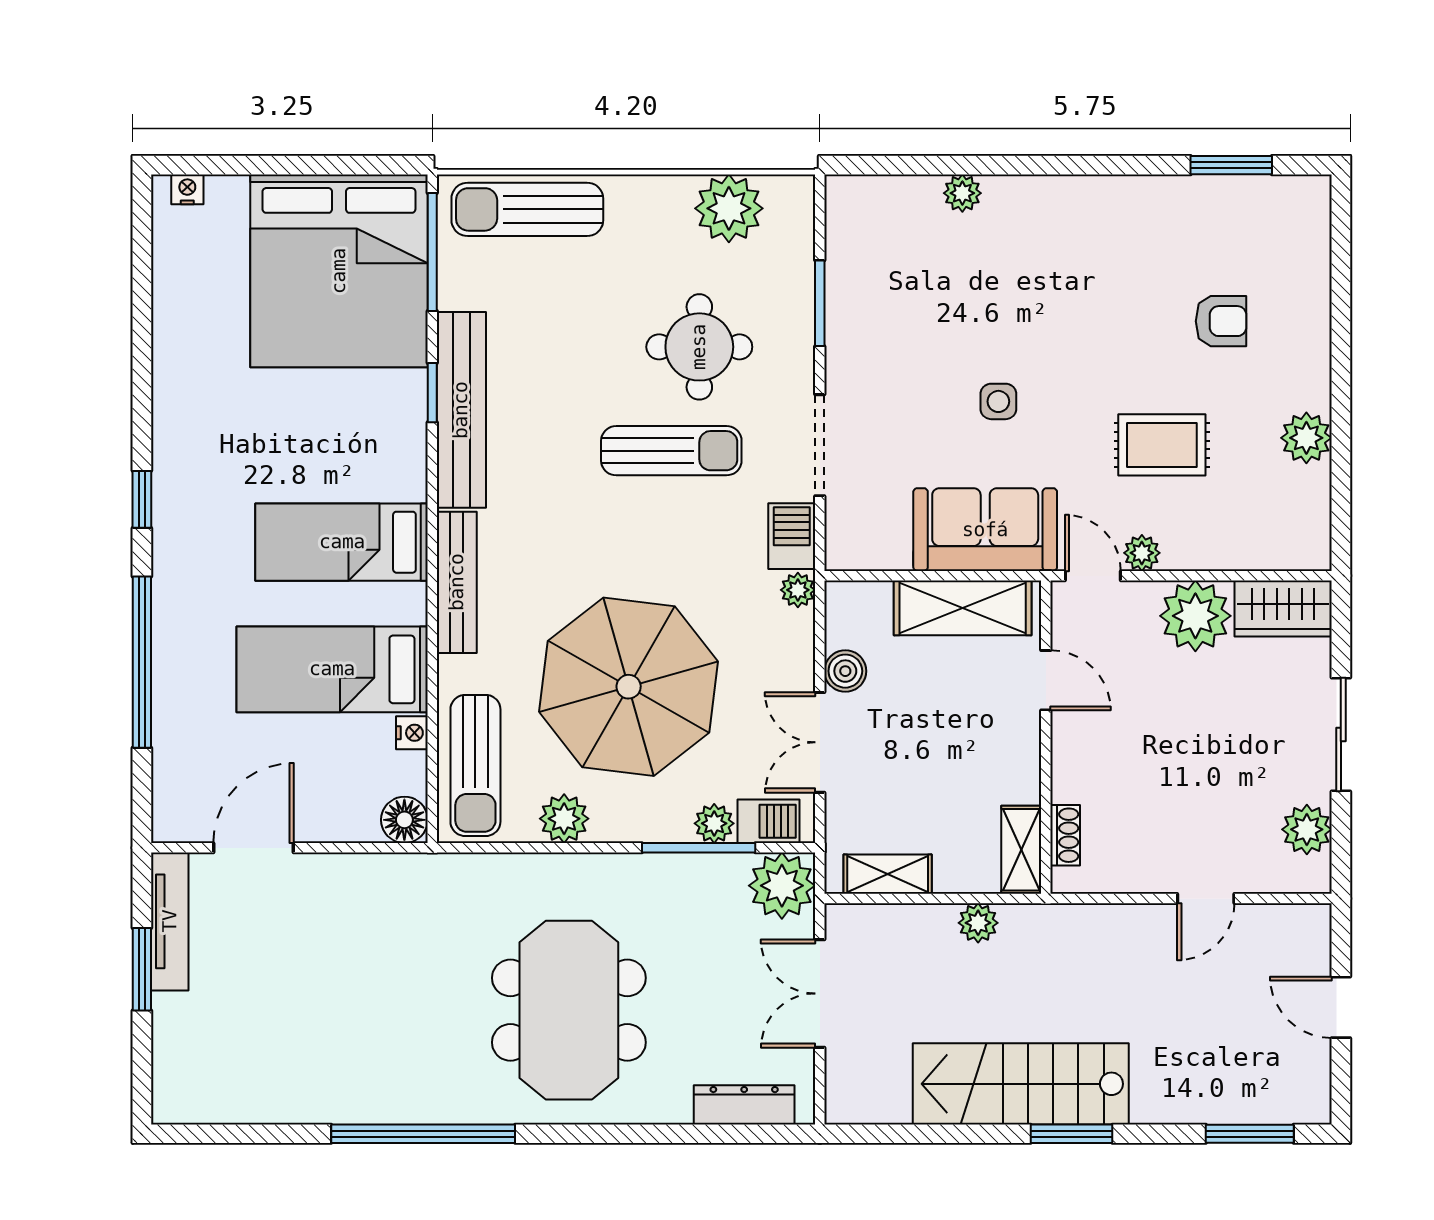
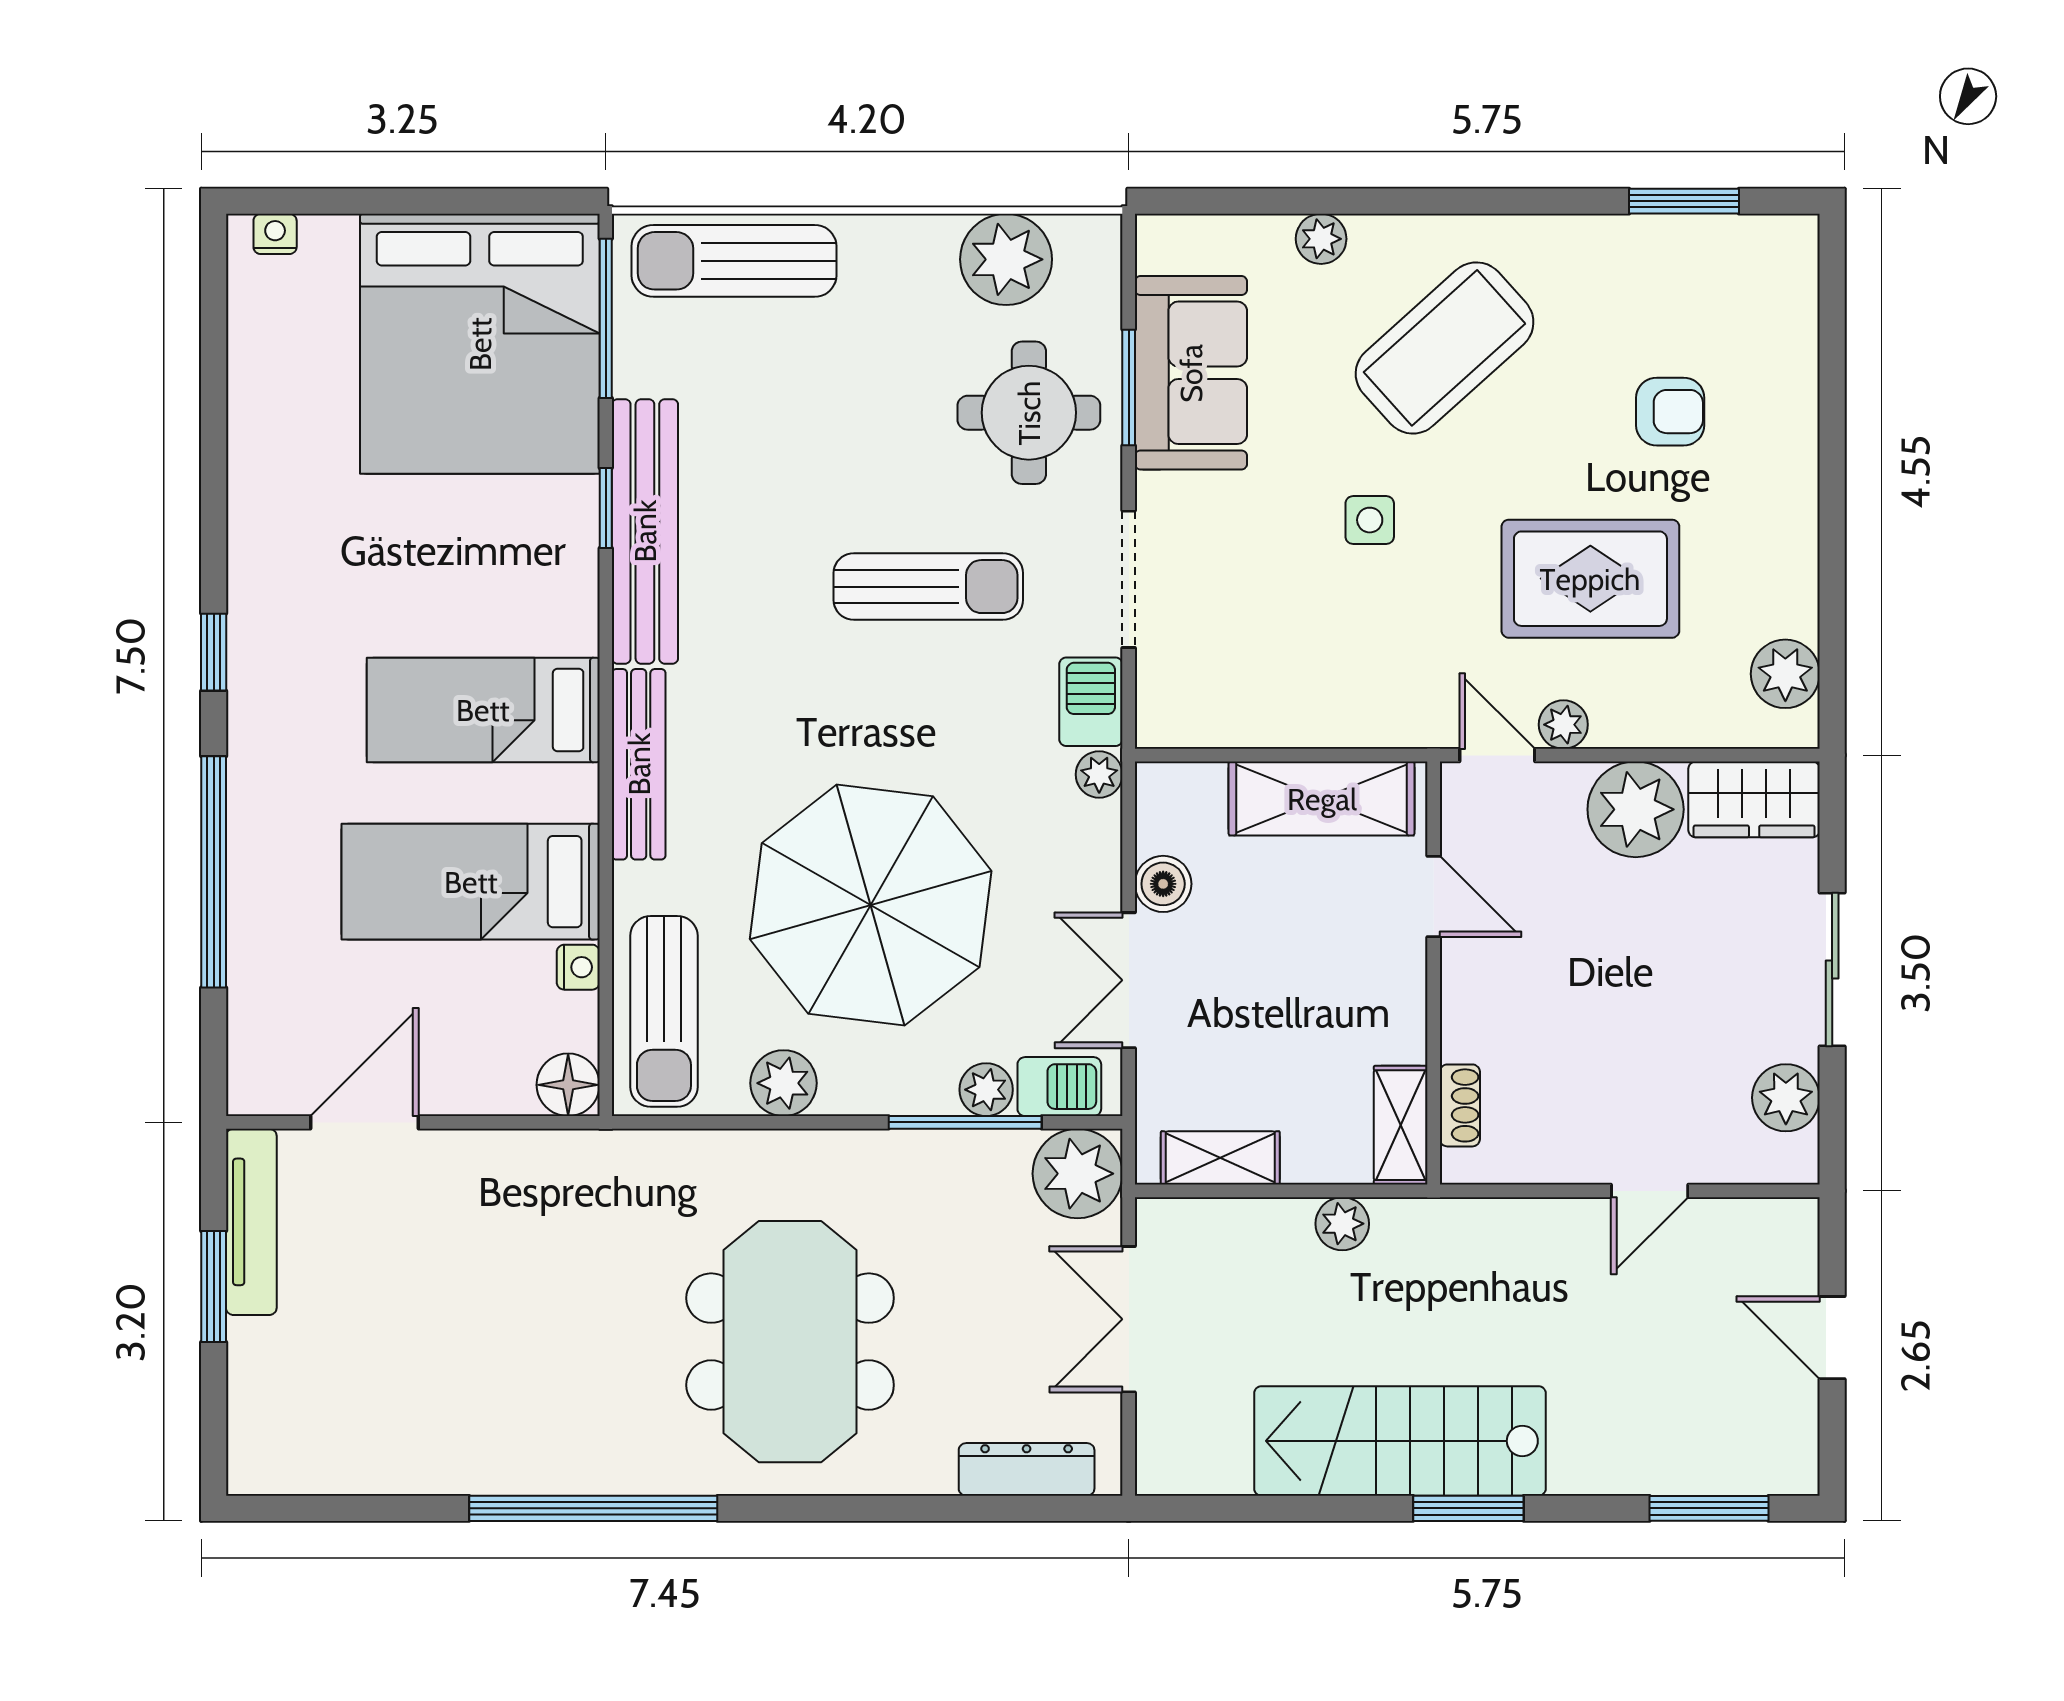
coffee table: (1054, 274) -> (1445, 348), added
round table: (699, 347) -> (1029, 413), moved
plant: (1306, 438) -> (1785, 674), moved
rug: (1162, 445) -> (1590, 579), width x1.36, depth x1.43
sofa: (985, 530) -> (1191, 373), moved, turned 90

